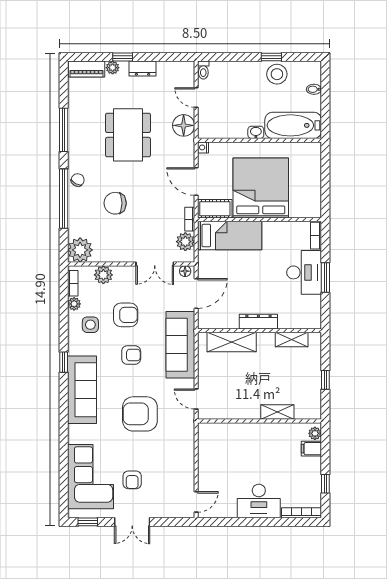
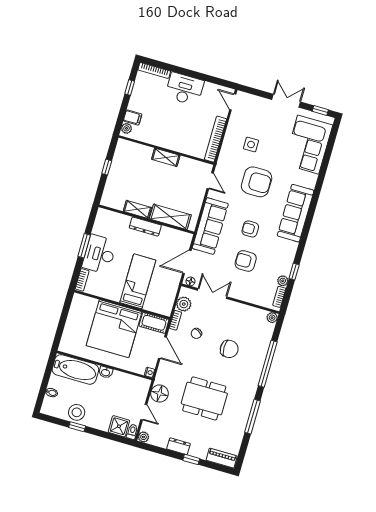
plant: (113, 68) -> (143, 437), moved
shower: (221, 72) -> (119, 426), added
dining table: (128, 135) -> (204, 398), turned 90
chair: (78, 180) -> (196, 333), moved
bed: (230, 236) -> (138, 281), moved, turned 90
plant: (80, 250) -> (272, 318), width x0.53, depth x0.53
plant: (103, 275) -> (254, 297), removed
side table: (90, 325) -> (251, 144), moved
shelving: (292, 340) -> (137, 209), moved
window: (64, 362) -> (294, 272), moved
shelving: (277, 412) -> (166, 157), moved
bookcase: (204, 451) -> (215, 139), added
armchair: (132, 480) -> (277, 133), removed
door: (196, 502) -> (233, 102), hinge flipped

